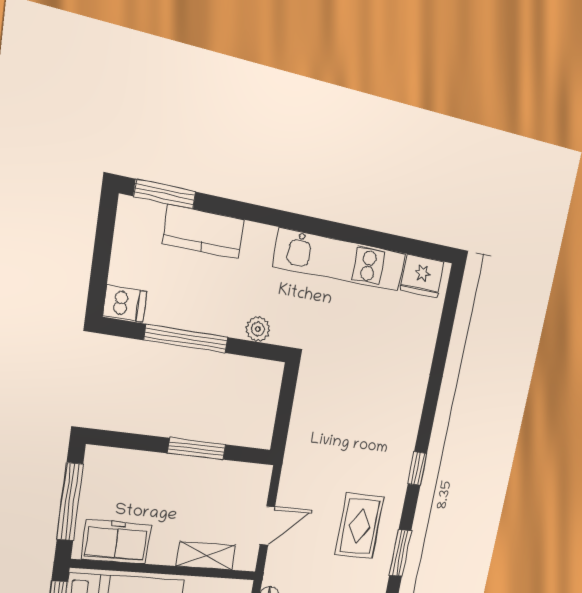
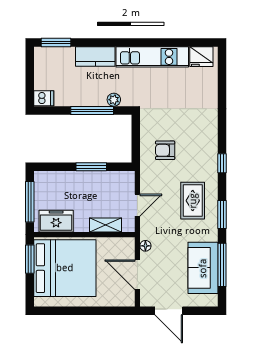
kitchen counter: (203, 232) -> (95, 57), moved
window: (186, 339) -> (92, 110), moved
armchair: (331, 435) -> (165, 150), added

